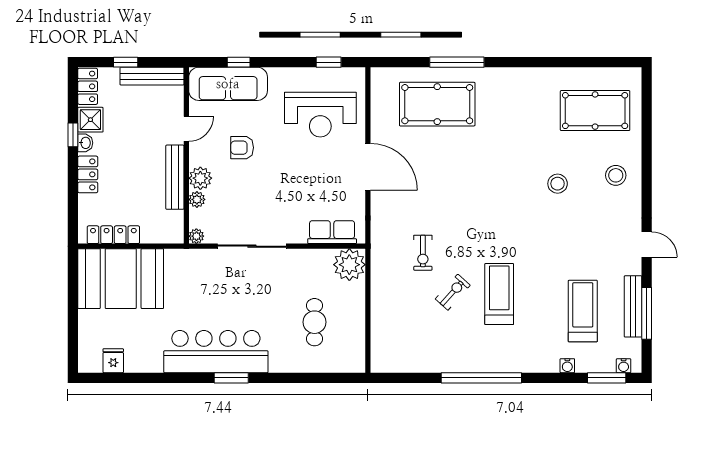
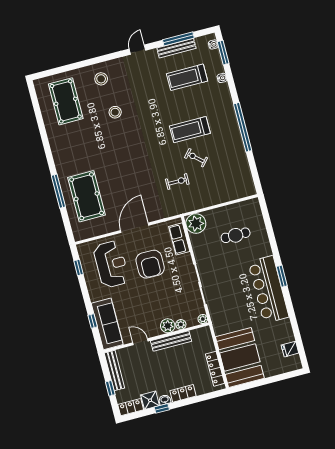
armchair: (242, 148) -> (150, 264), moved, width x1.88, depth x1.88

